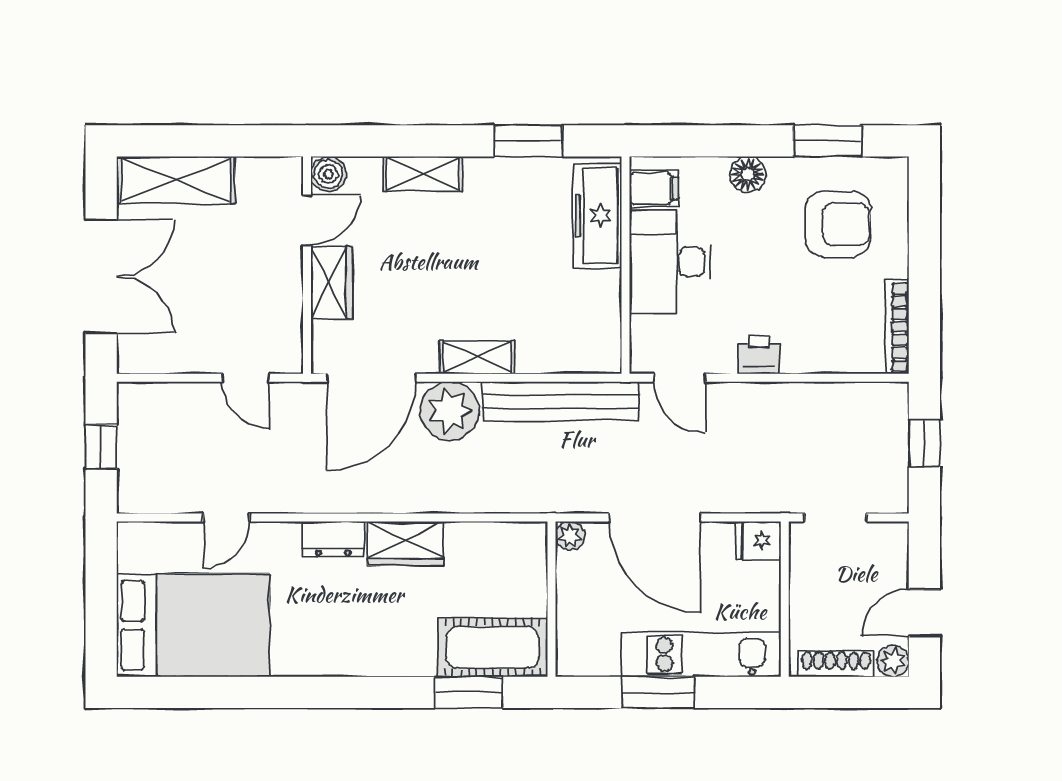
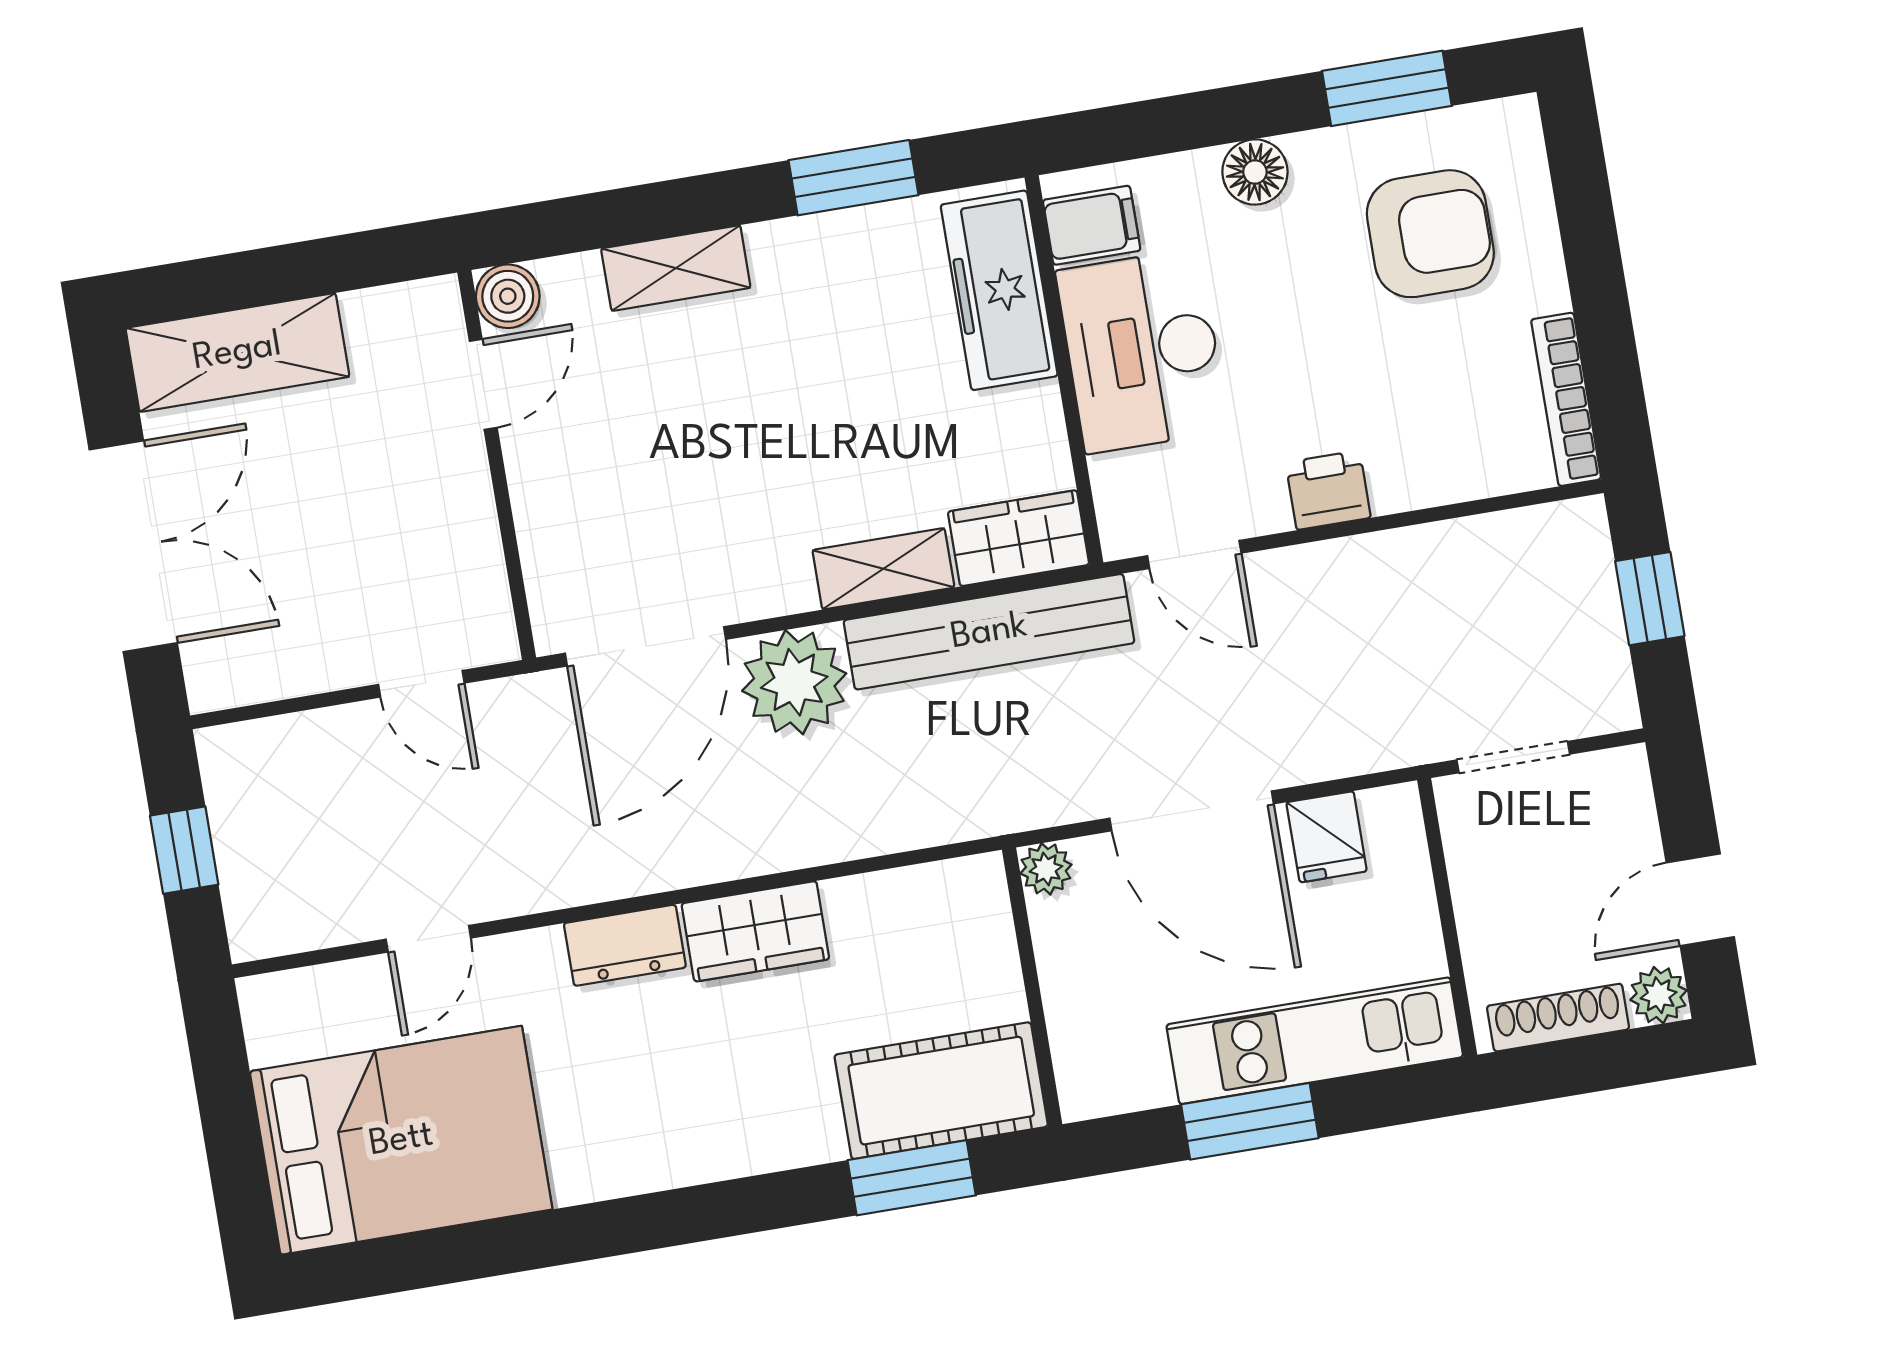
wardrobe: (332, 283) -> (1019, 538), moved, turned -90
shelving: (477, 357) -> (883, 569), moved
fridge: (758, 540) -> (1327, 837), moved, turned -90

